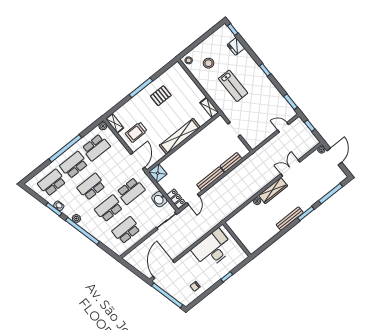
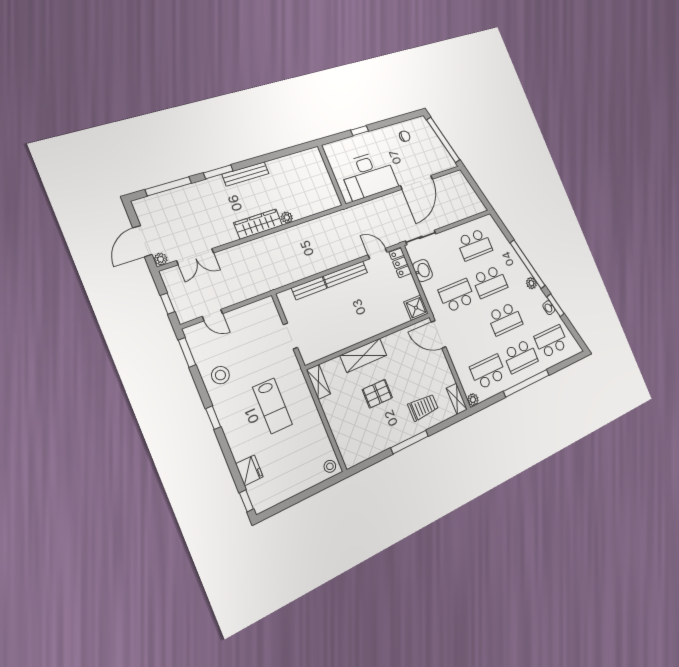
stool: (209, 63) -> (220, 375), moved
lab bench: (233, 86) -> (273, 406), turned 180
pallet: (161, 96) -> (377, 394), moved
trolley: (136, 132) -> (423, 407), moved
shelving: (180, 136) -> (363, 355), width x0.68
door: (138, 161) -> (438, 334), hinge flipped
double door: (290, 168) -> (195, 257), moved
school desk: (52, 183) -> (551, 341), turned 180
door: (193, 199) -> (378, 253), hinge flipped
door: (164, 269) -> (417, 182), moved

